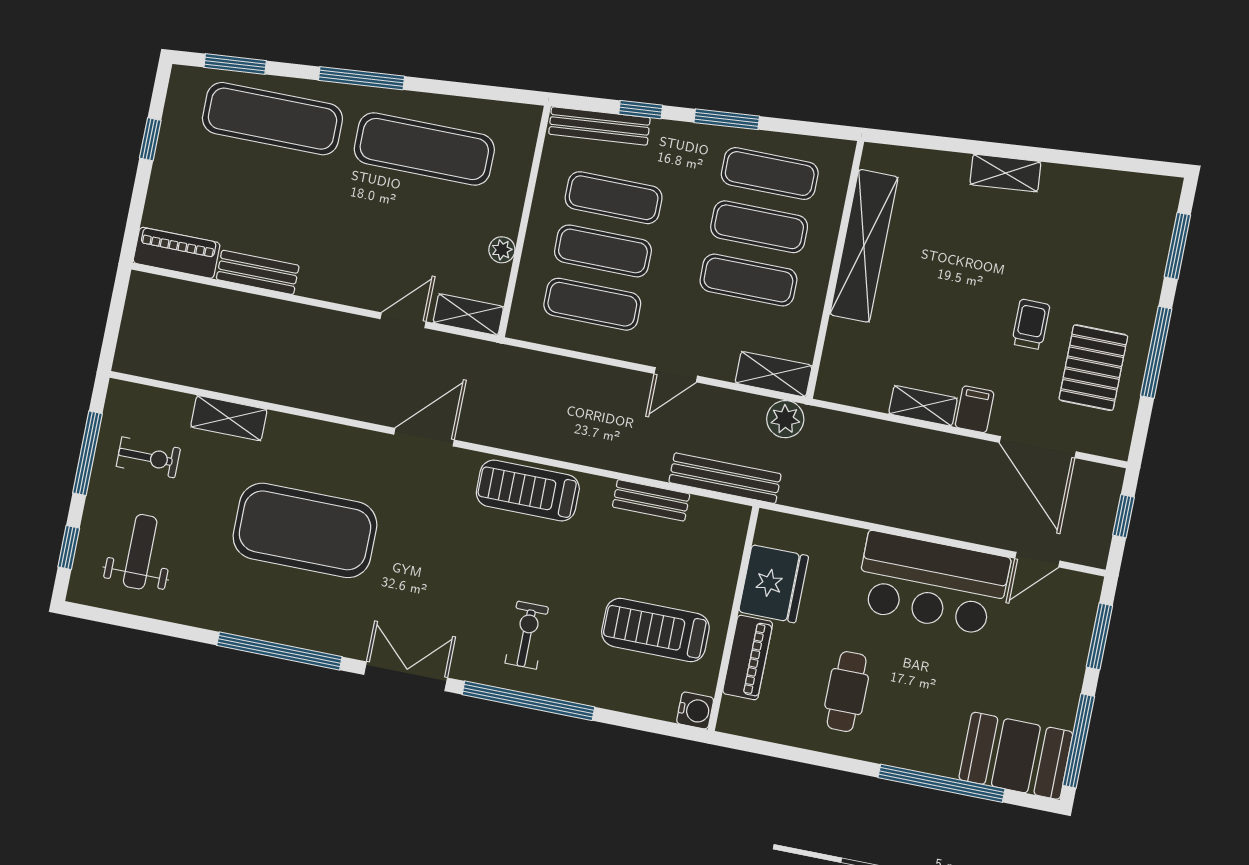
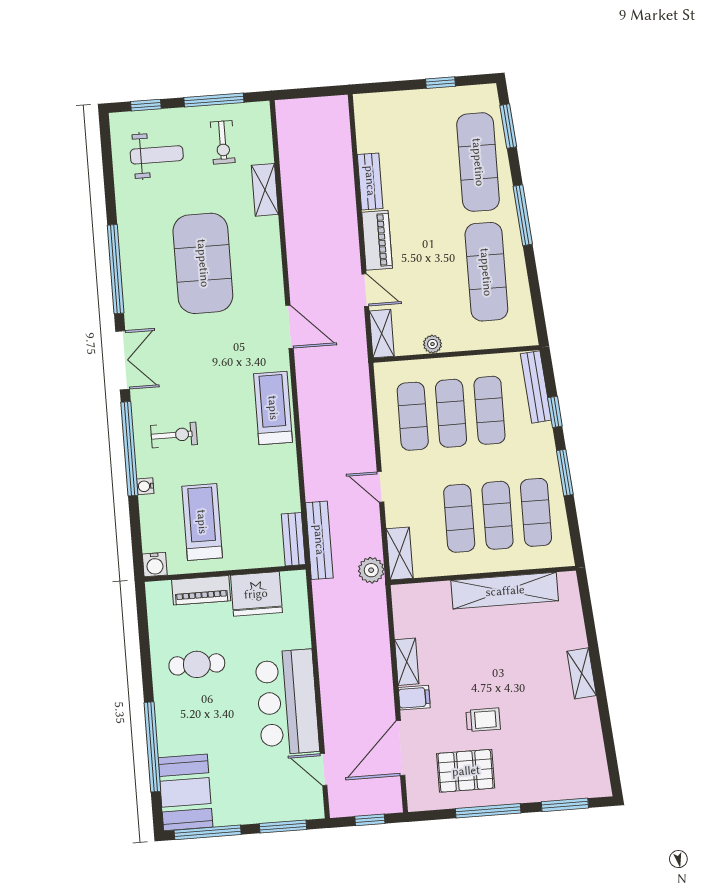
piano: (177, 253) -> (377, 240), moved
bench: (651, 500) -> (293, 539), moved
water cooler: (585, 694) -> (145, 486), added

